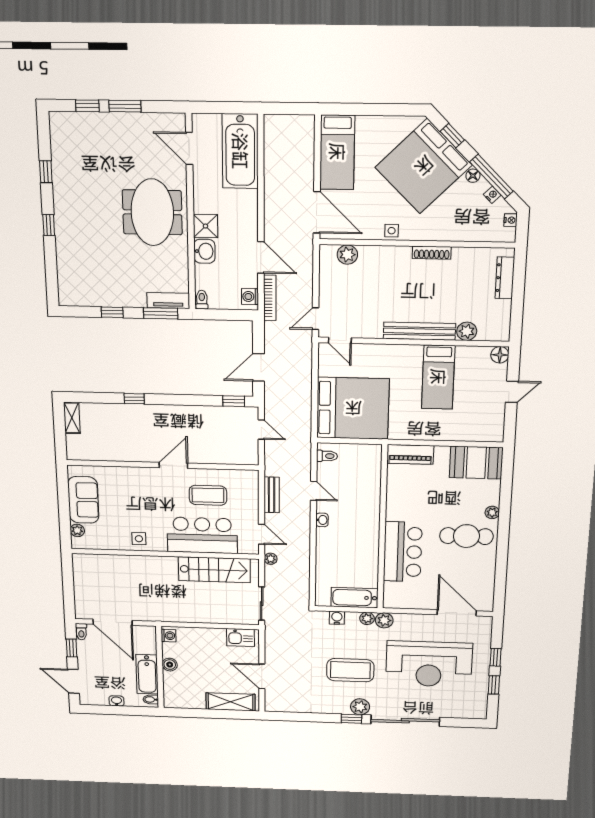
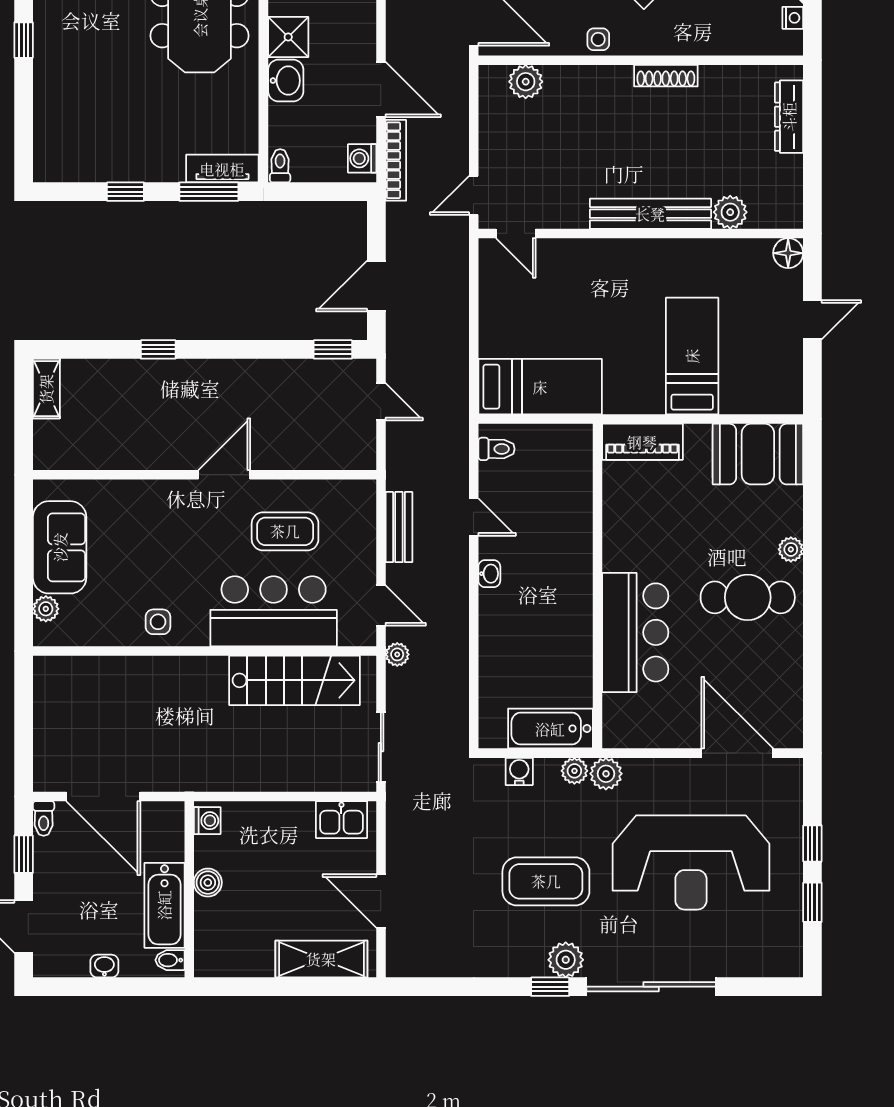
bed: (438, 377) -> (692, 356), moved, turned 180
bed: (353, 408) -> (540, 387), width x0.49

